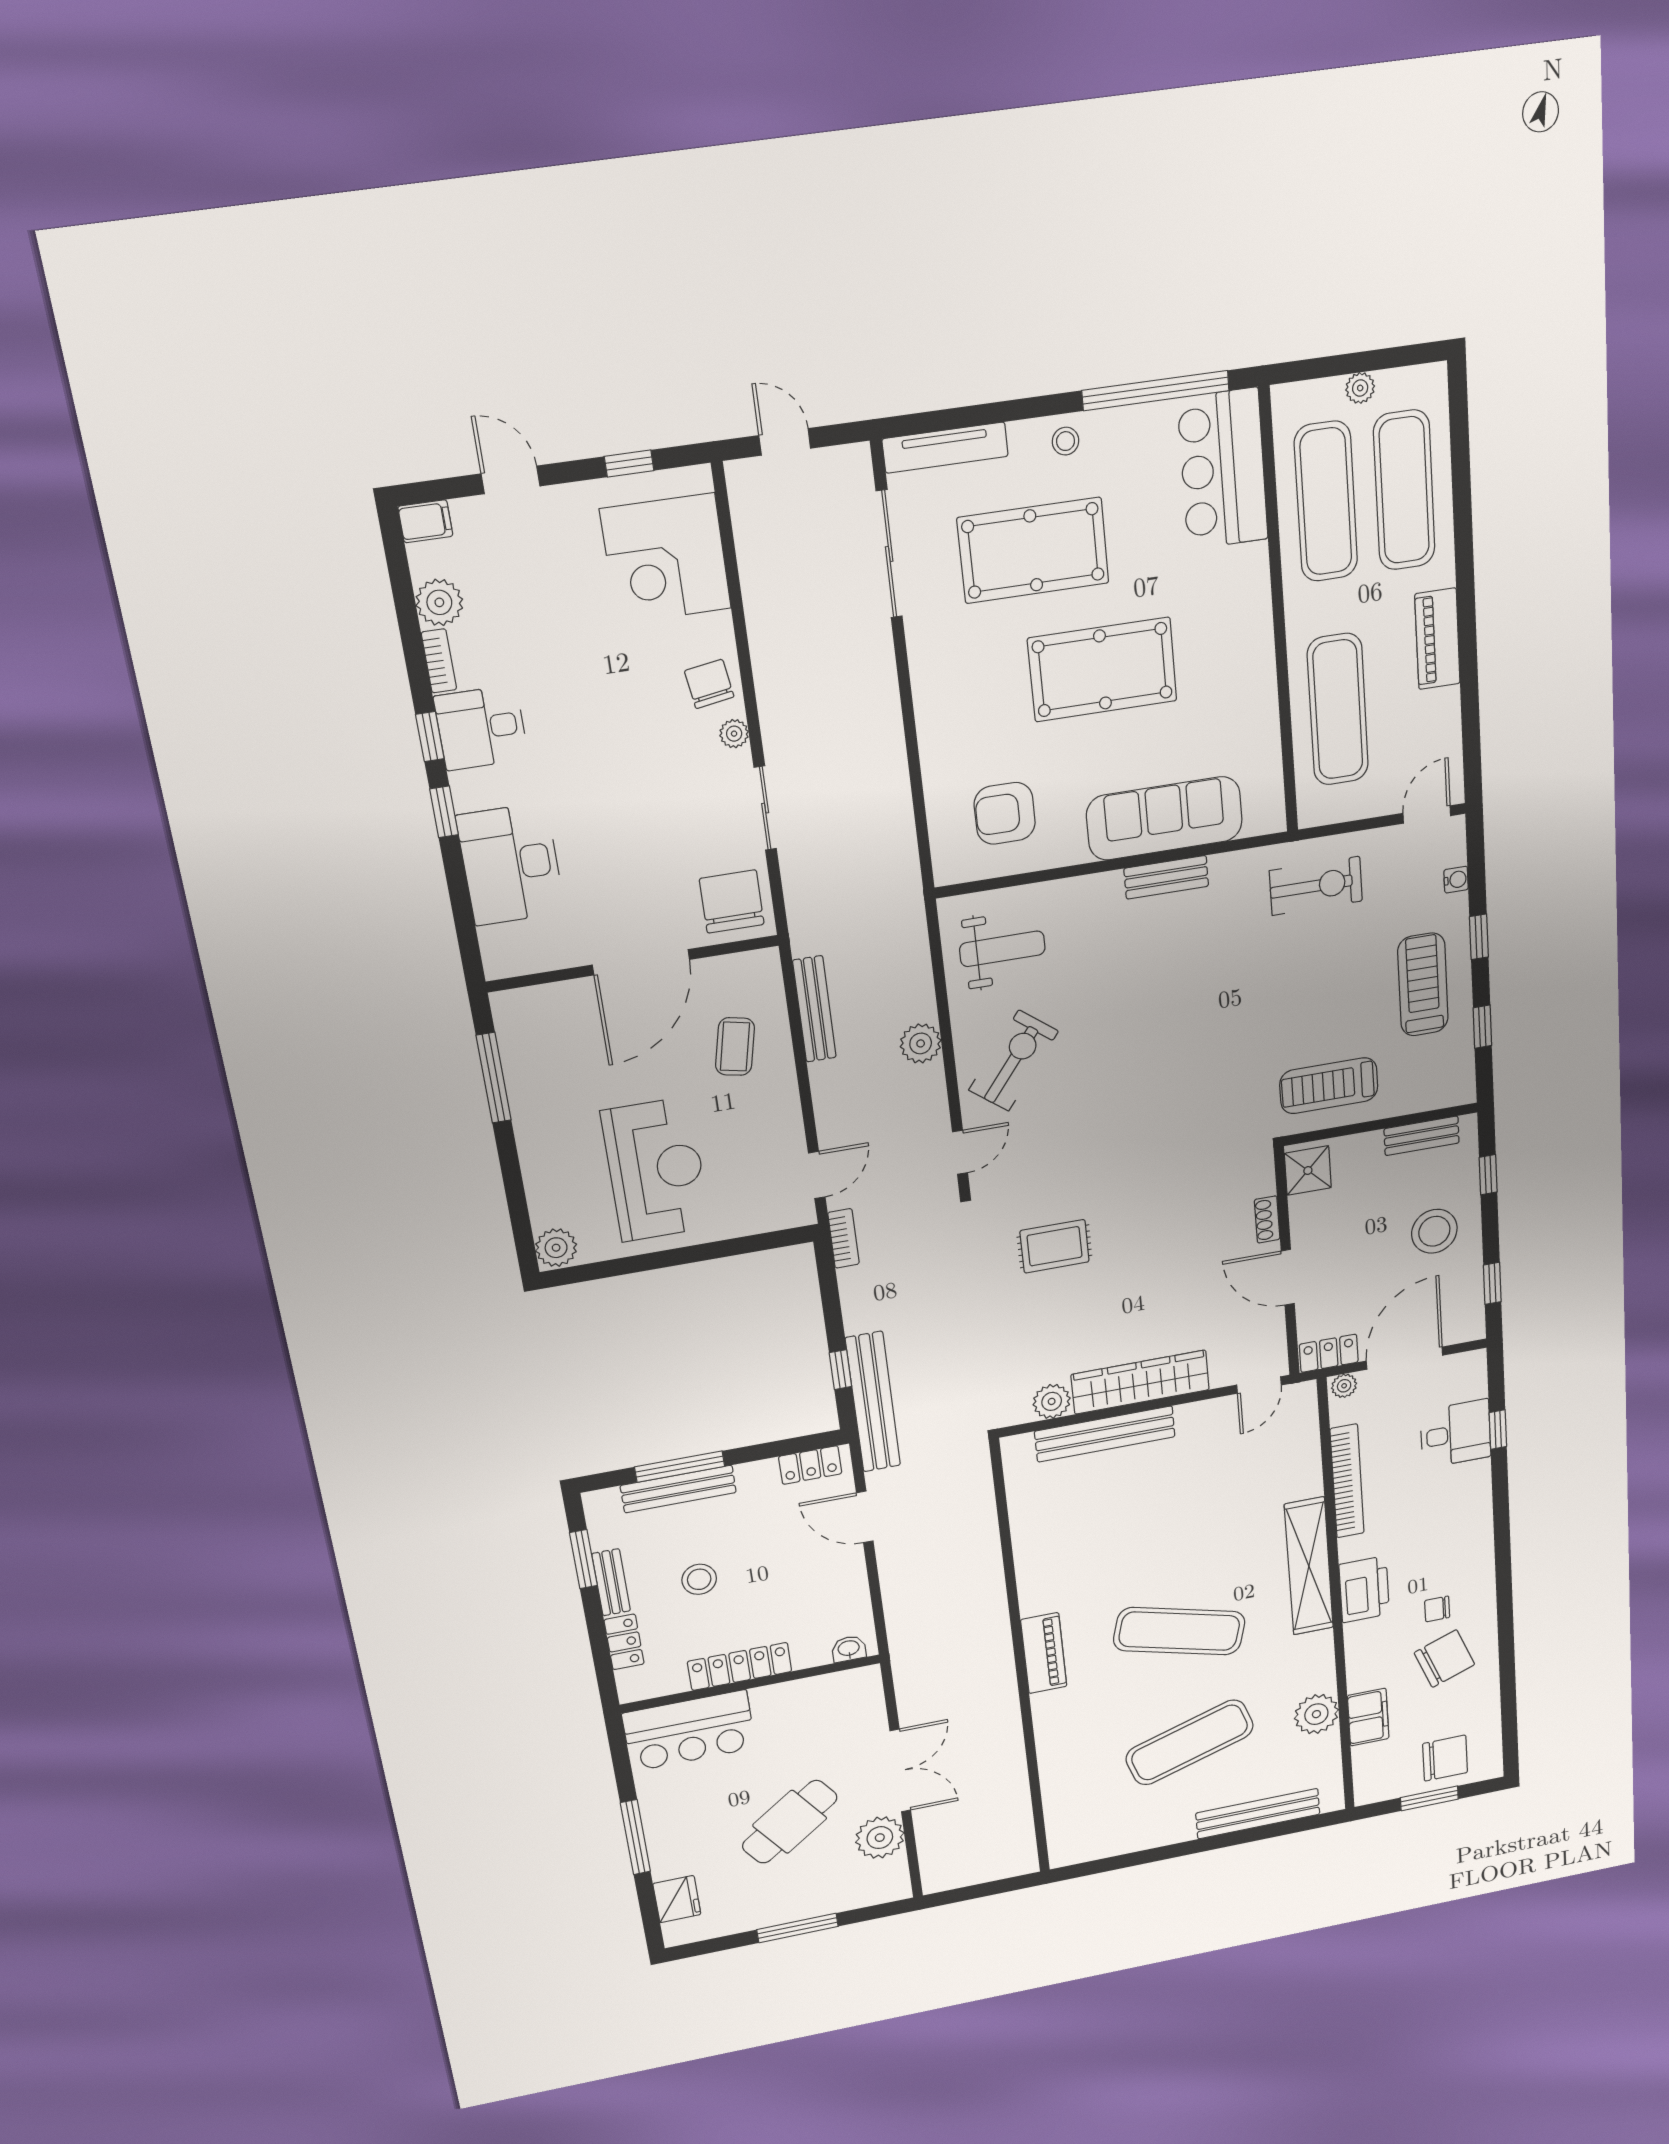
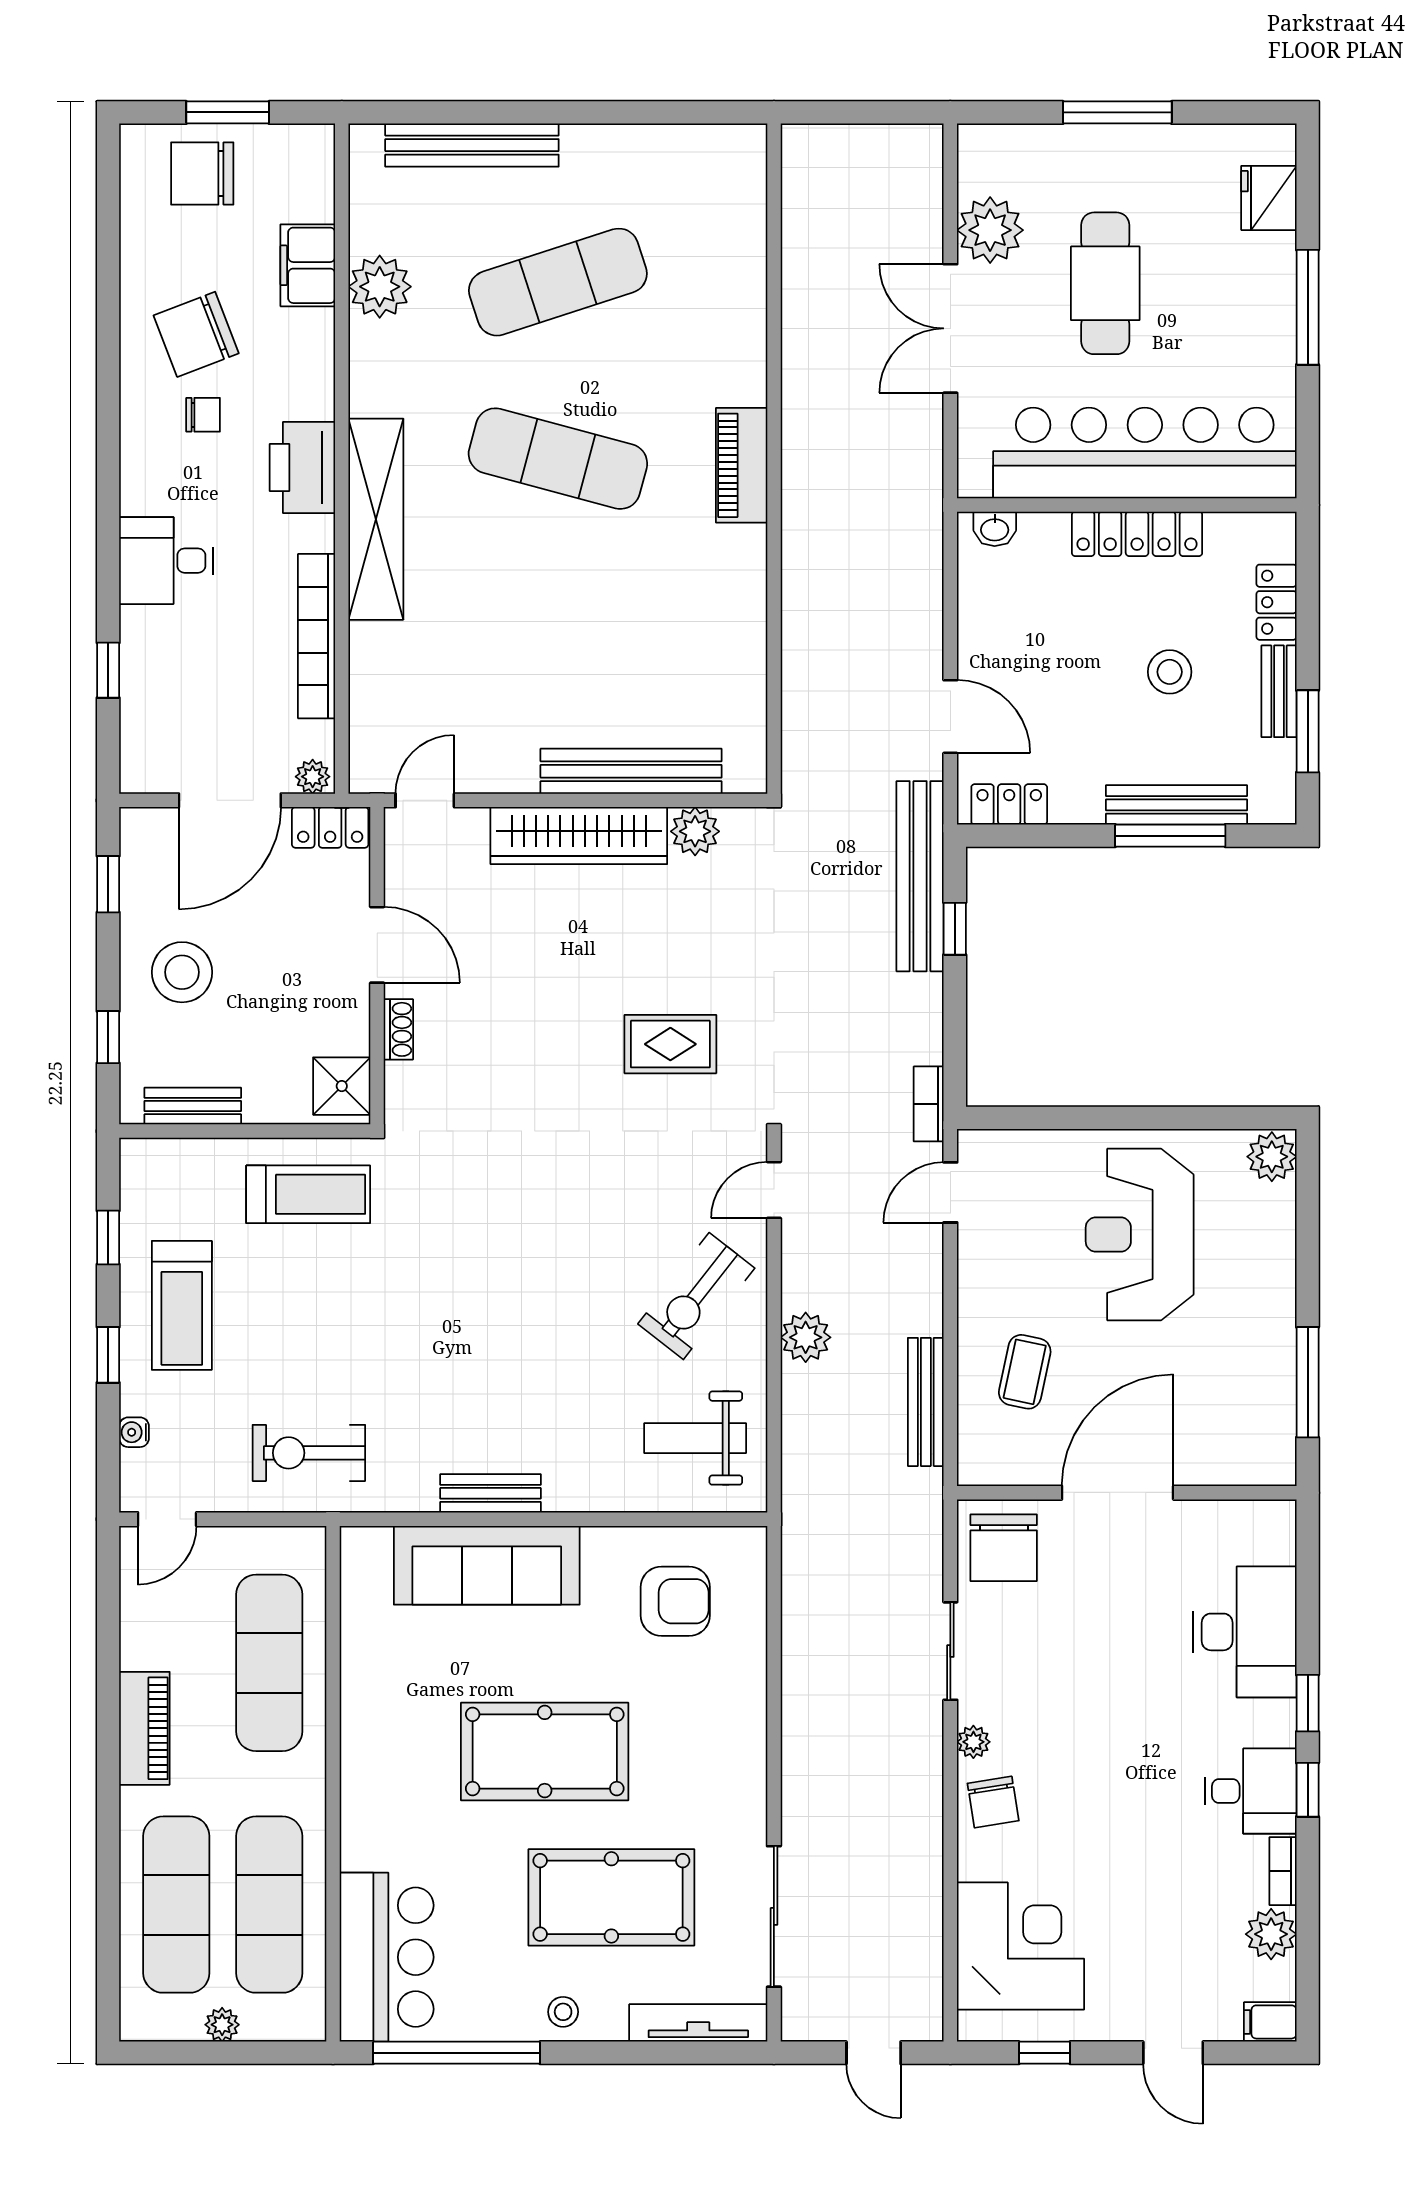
desk: (1456, 1434) -> (166, 561), moved
bar counter: (689, 1731) -> (1145, 453), width x1.86
cafe table: (790, 1822) -> (1105, 283), turned -54

